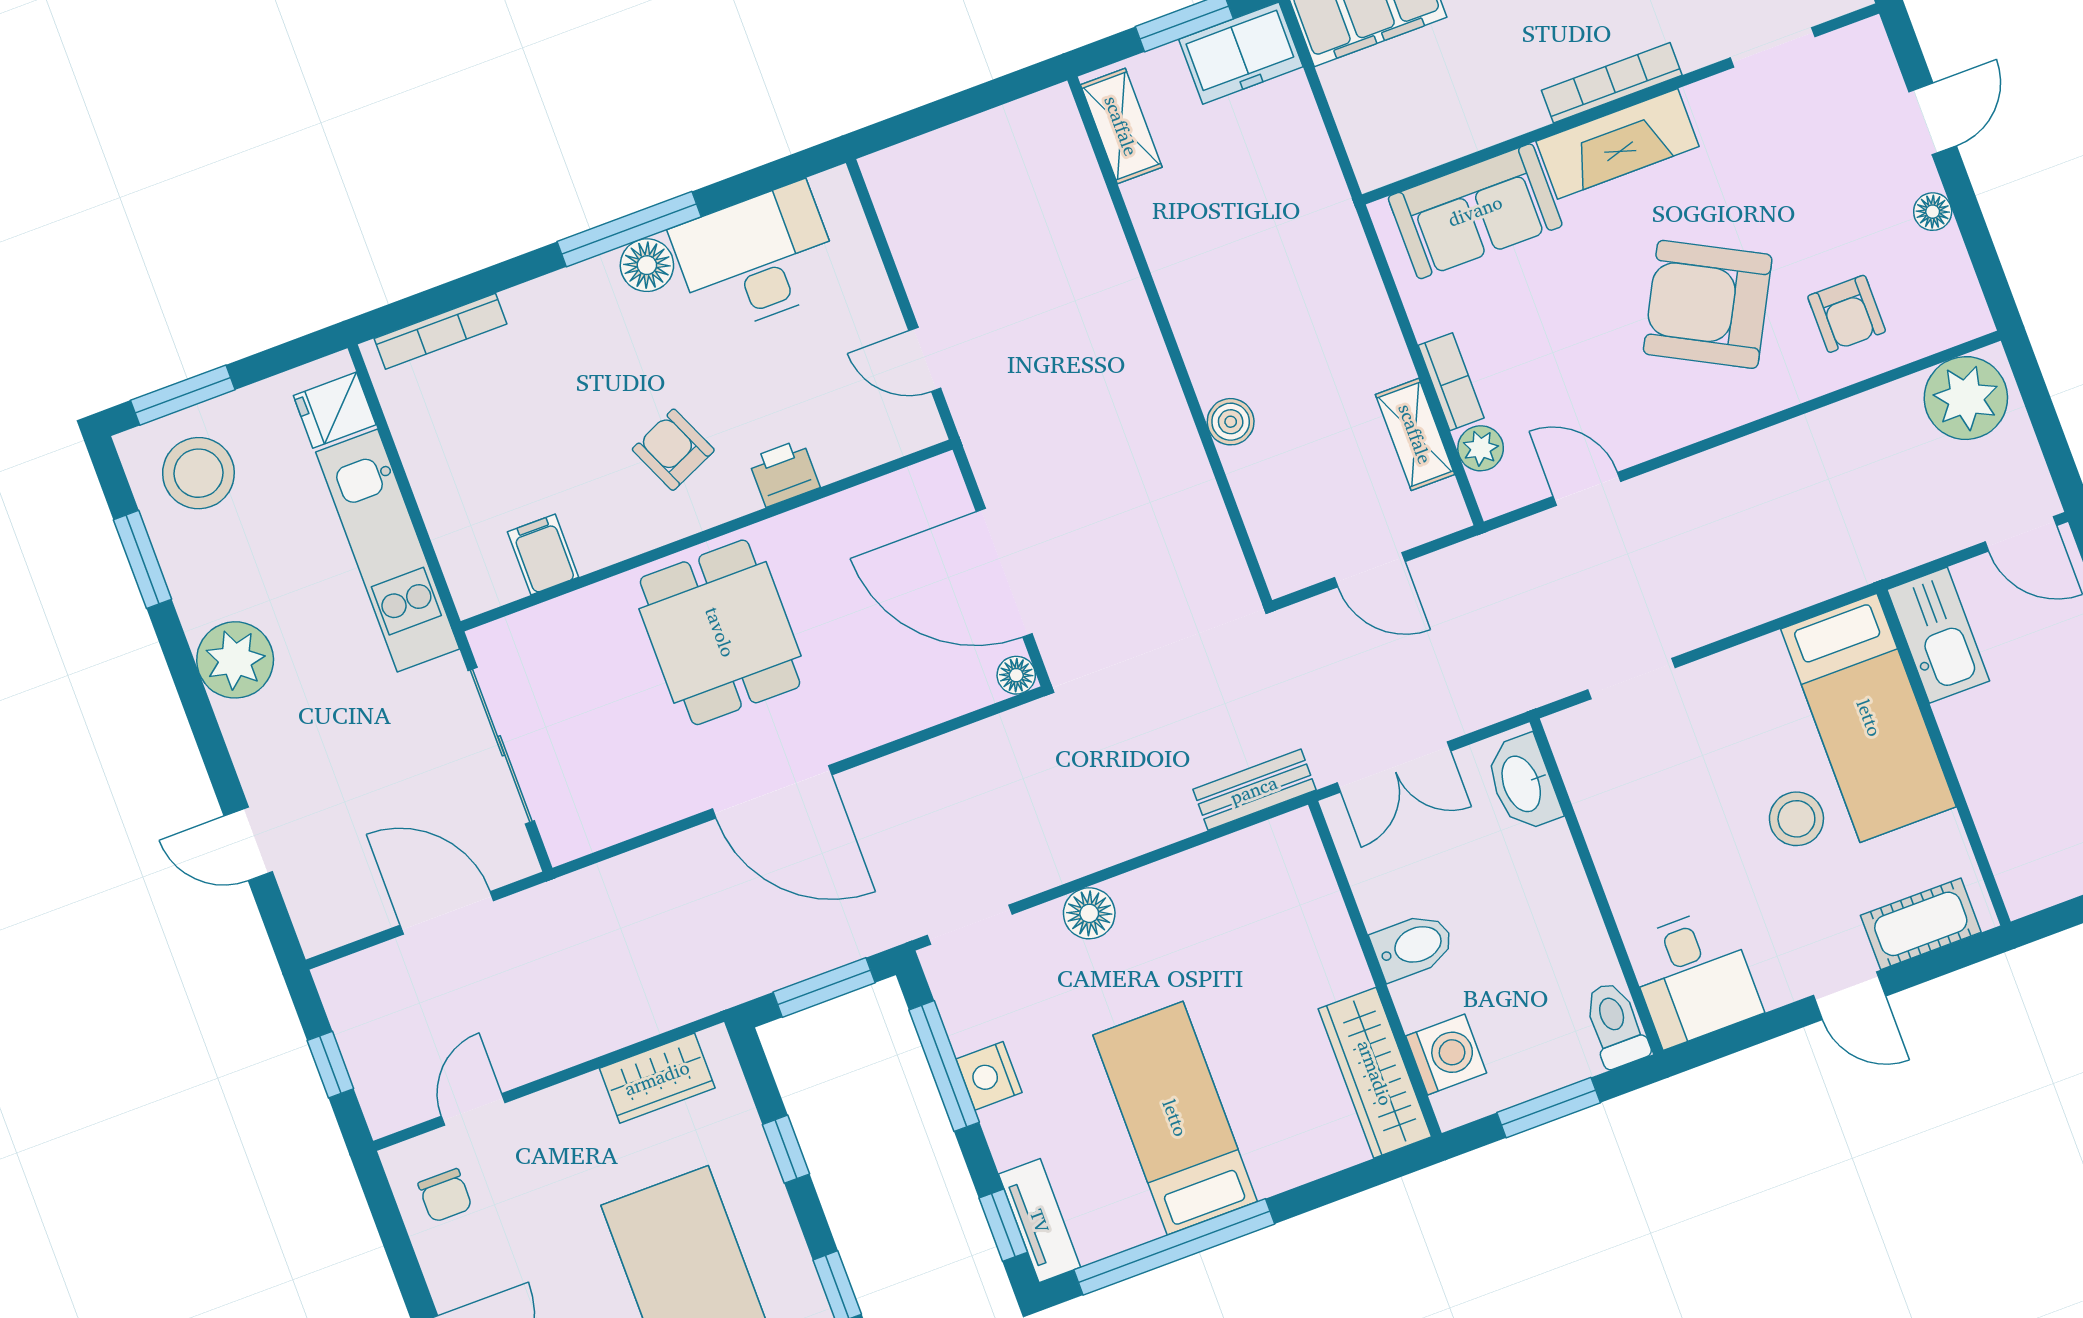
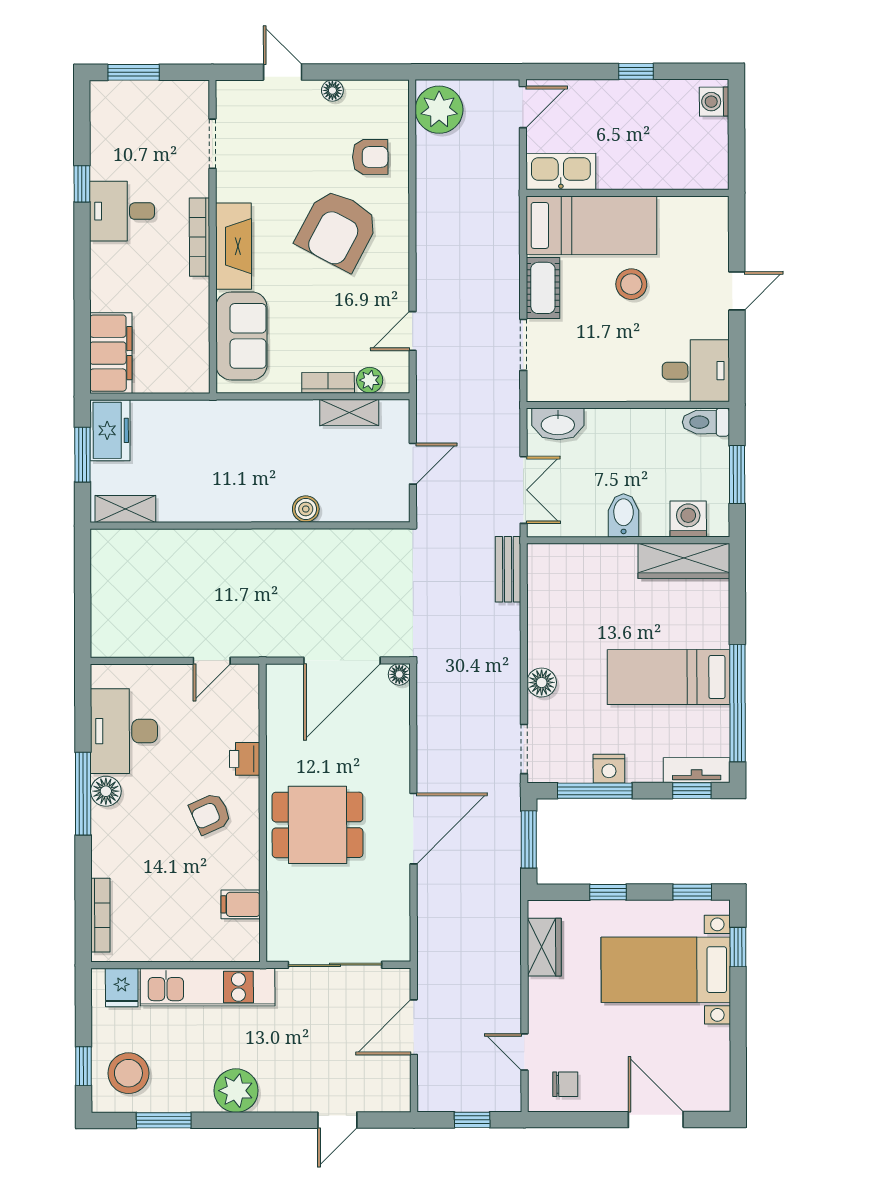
window: (183, 395) -> (83, 1066), width x0.67
cot: (1921, 924) -> (543, 288), moved

